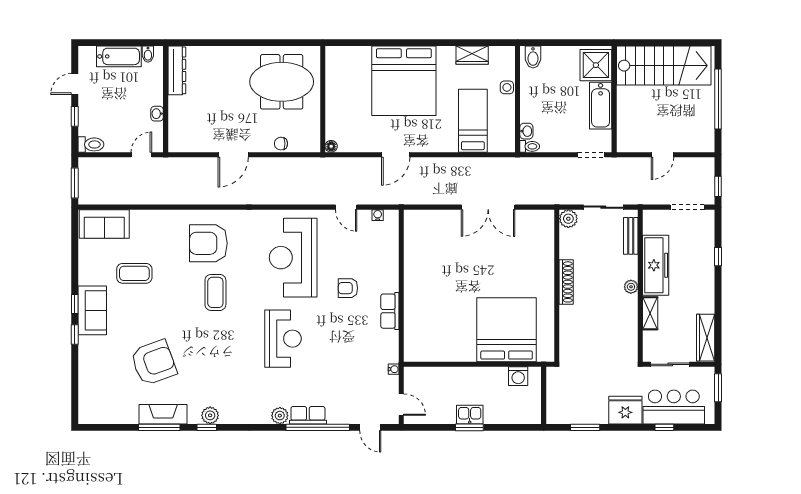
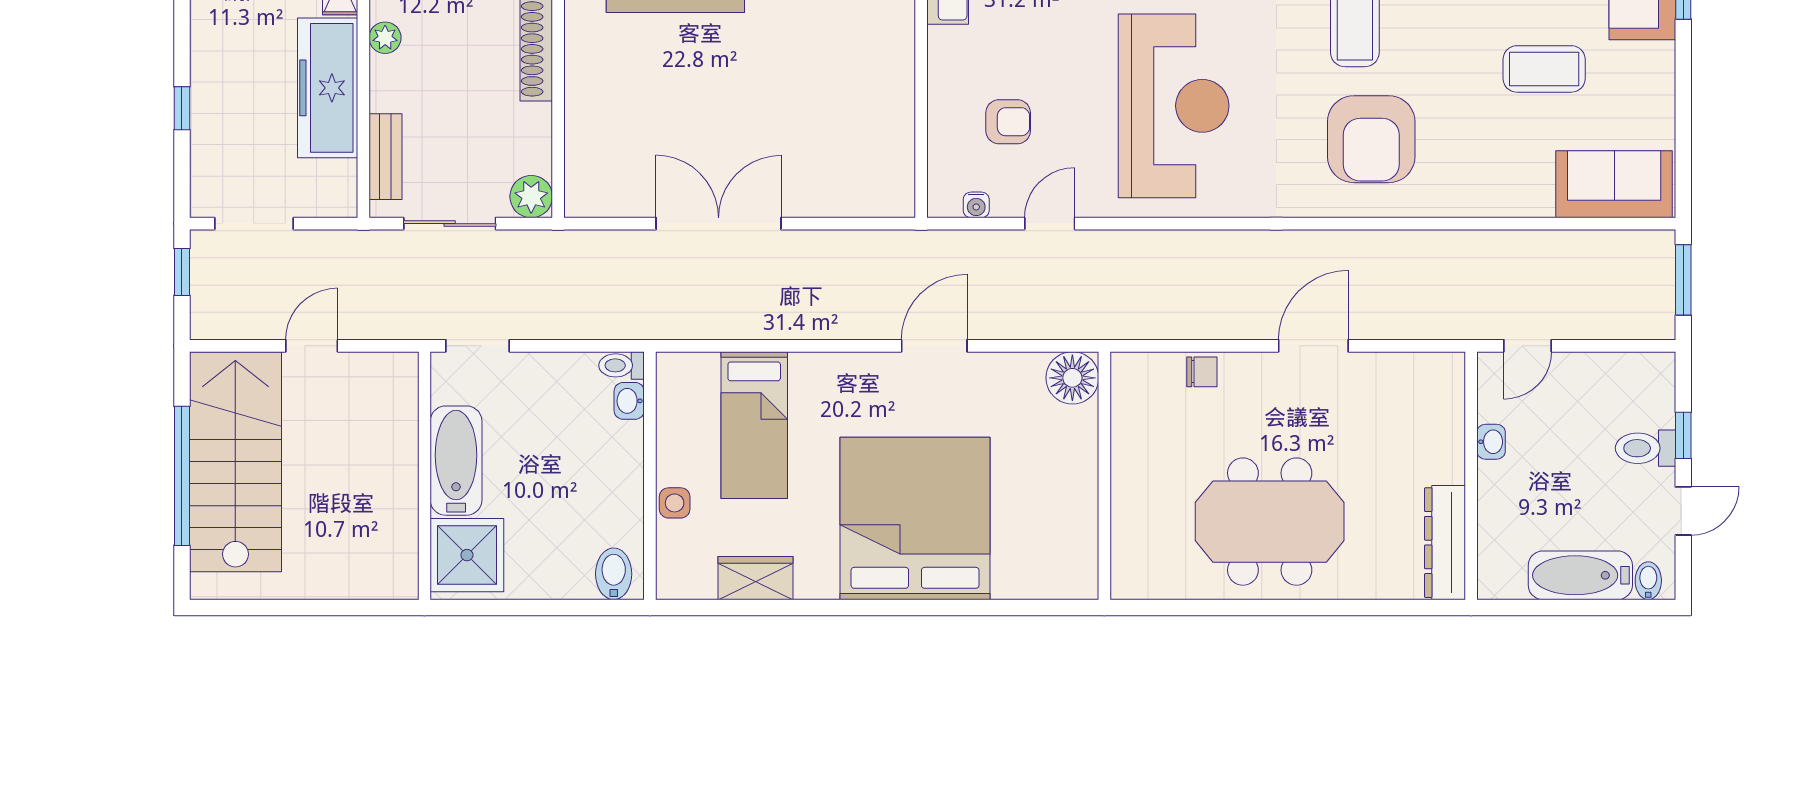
bidet: (148, 54) -> (1648, 581), moved
stairs: (664, 66) -> (235, 462), moved, turned 90
meeting table: (282, 82) -> (1270, 522), moved
toilet: (91, 144) -> (1645, 448), moved
floor lamp: (331, 146) -> (1072, 378), width x1.89, depth x1.89
door: (346, 207) -> (1050, 224), hinge flipped
armchair: (208, 243) -> (1371, 139), turned 90
armchair: (348, 288) -> (1008, 122), moved

